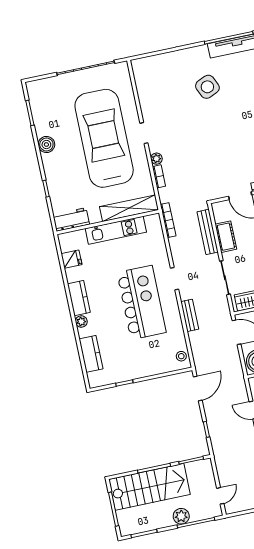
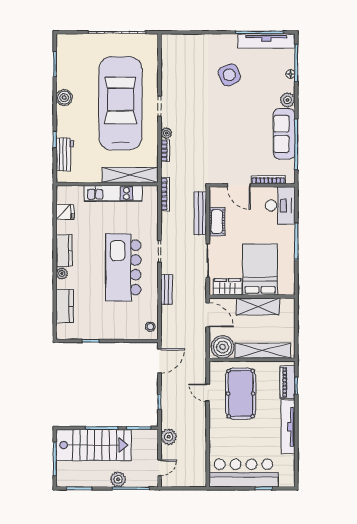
workbench: (71, 219) -> (65, 154), moved, turned 90
kitchen island: (142, 302) -> (123, 267), turned 180
plant: (223, 463) -> (169, 437), added

